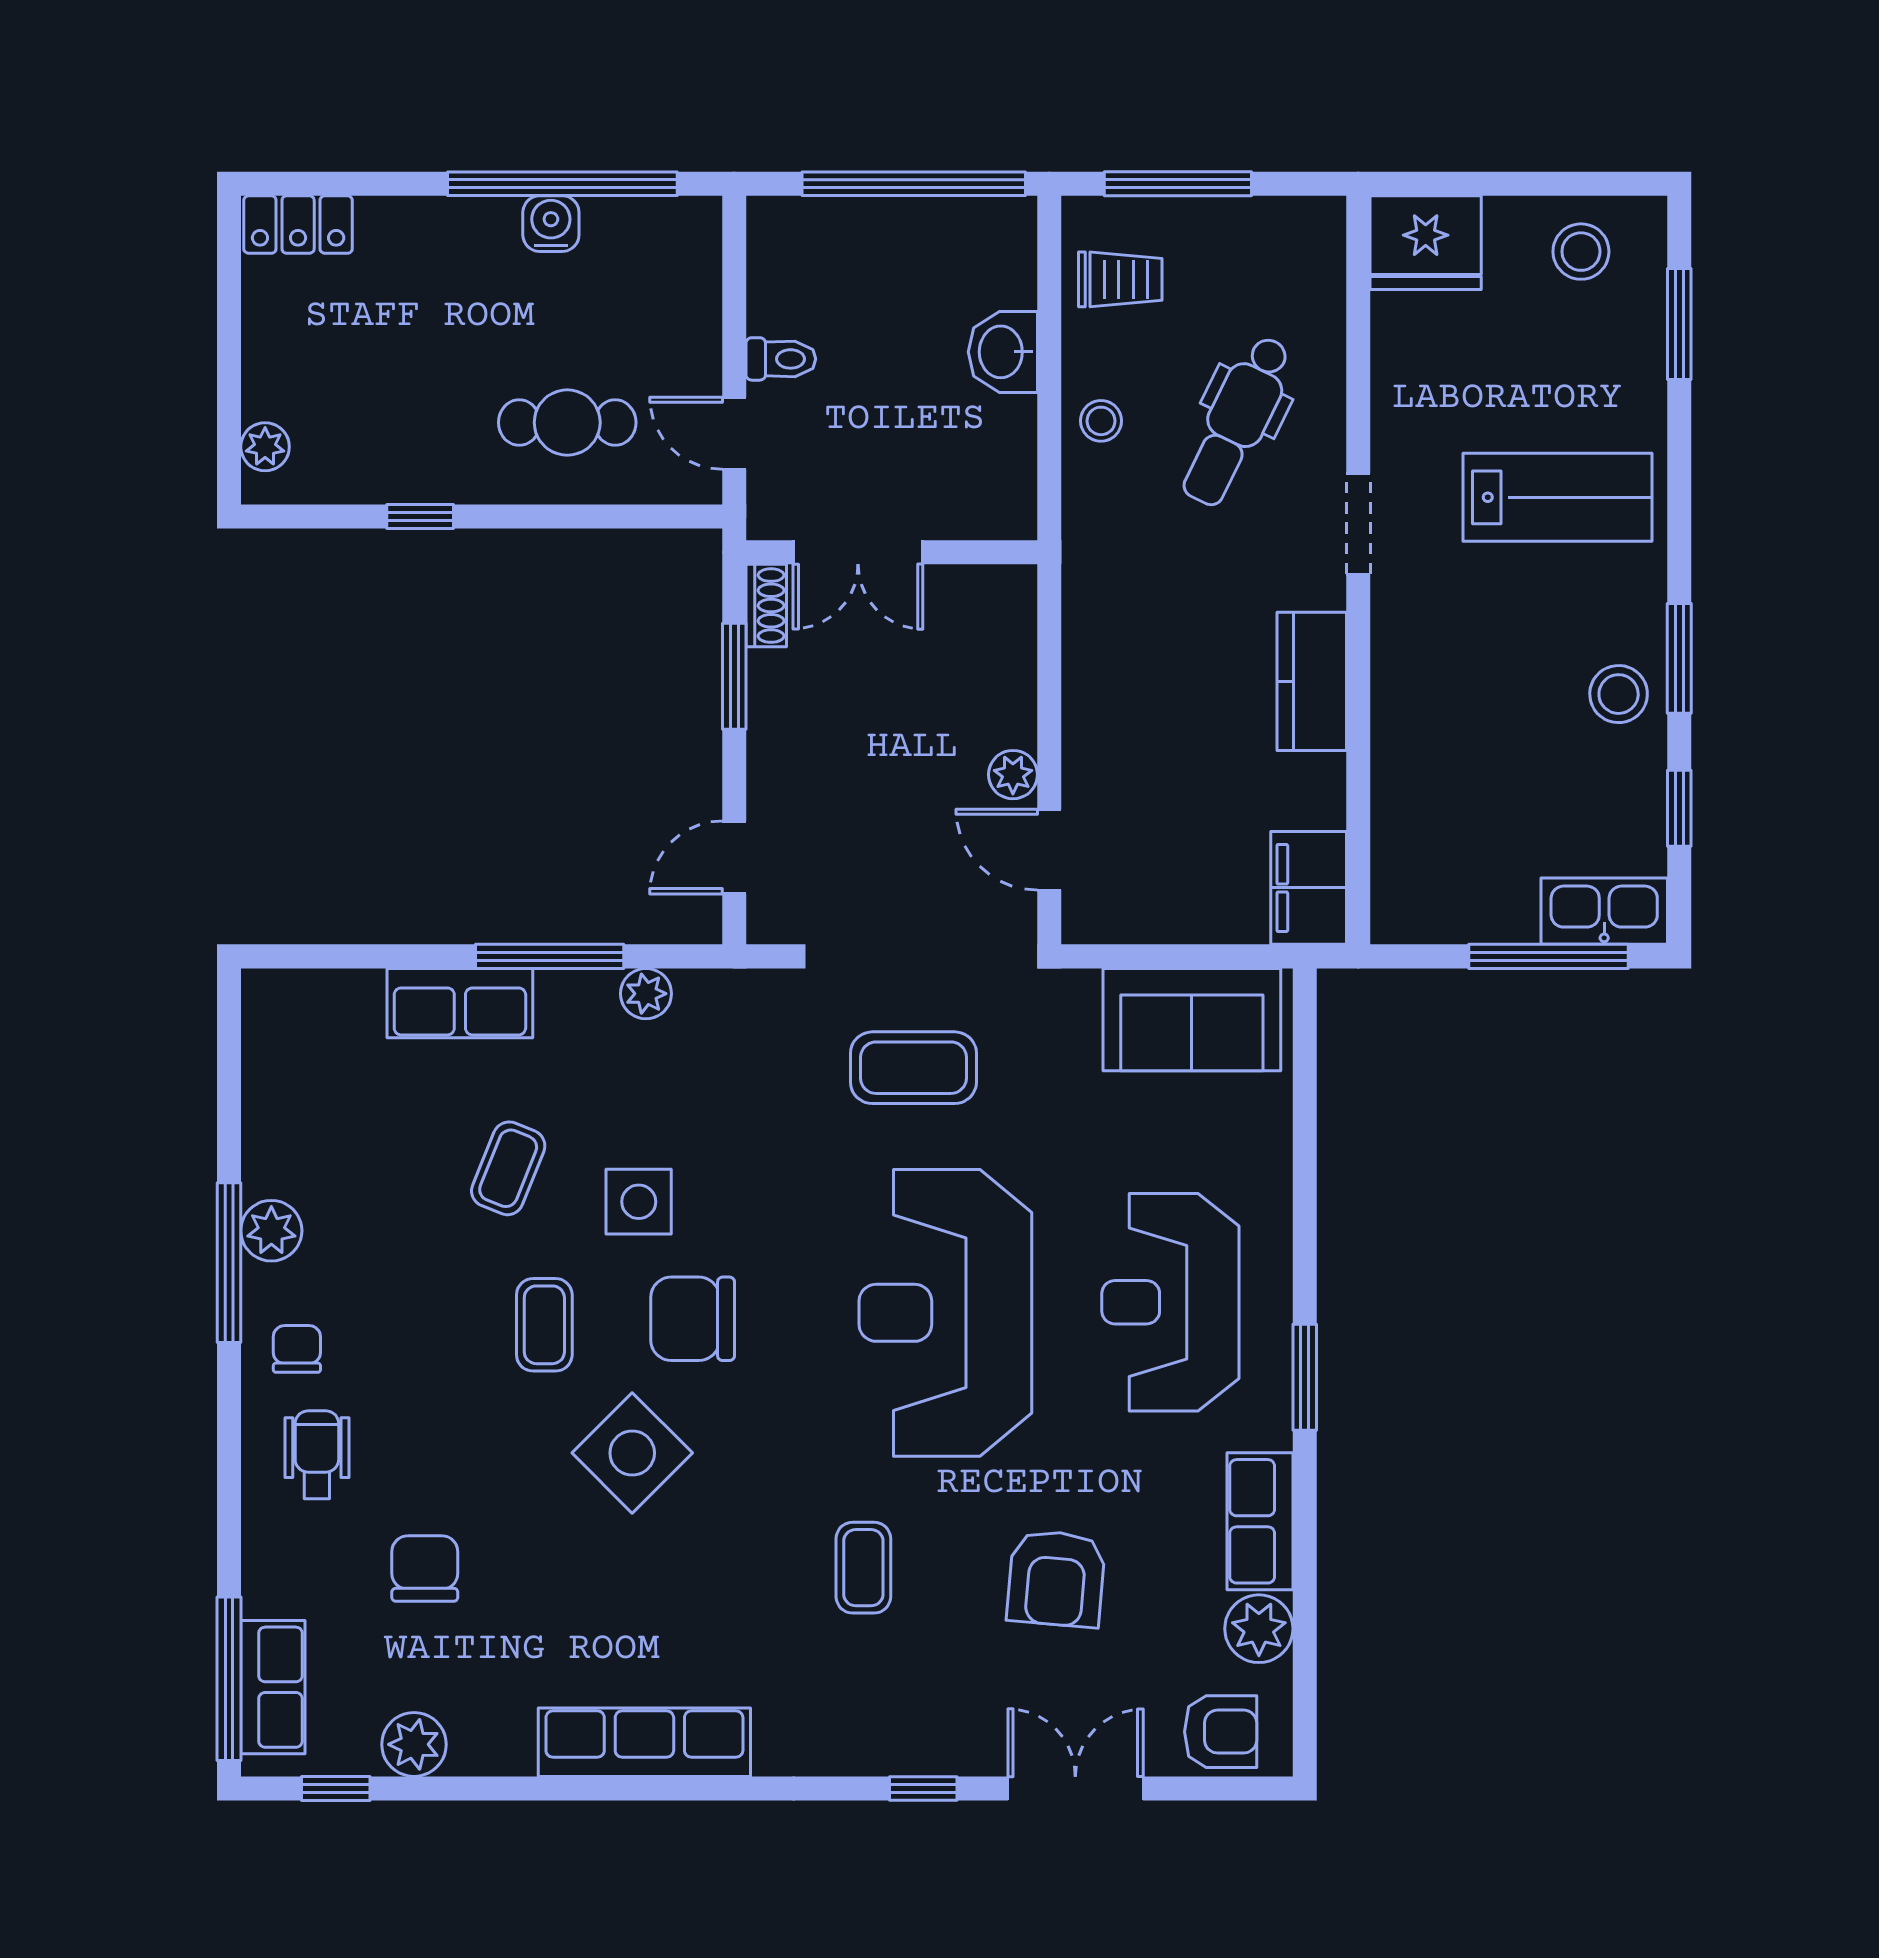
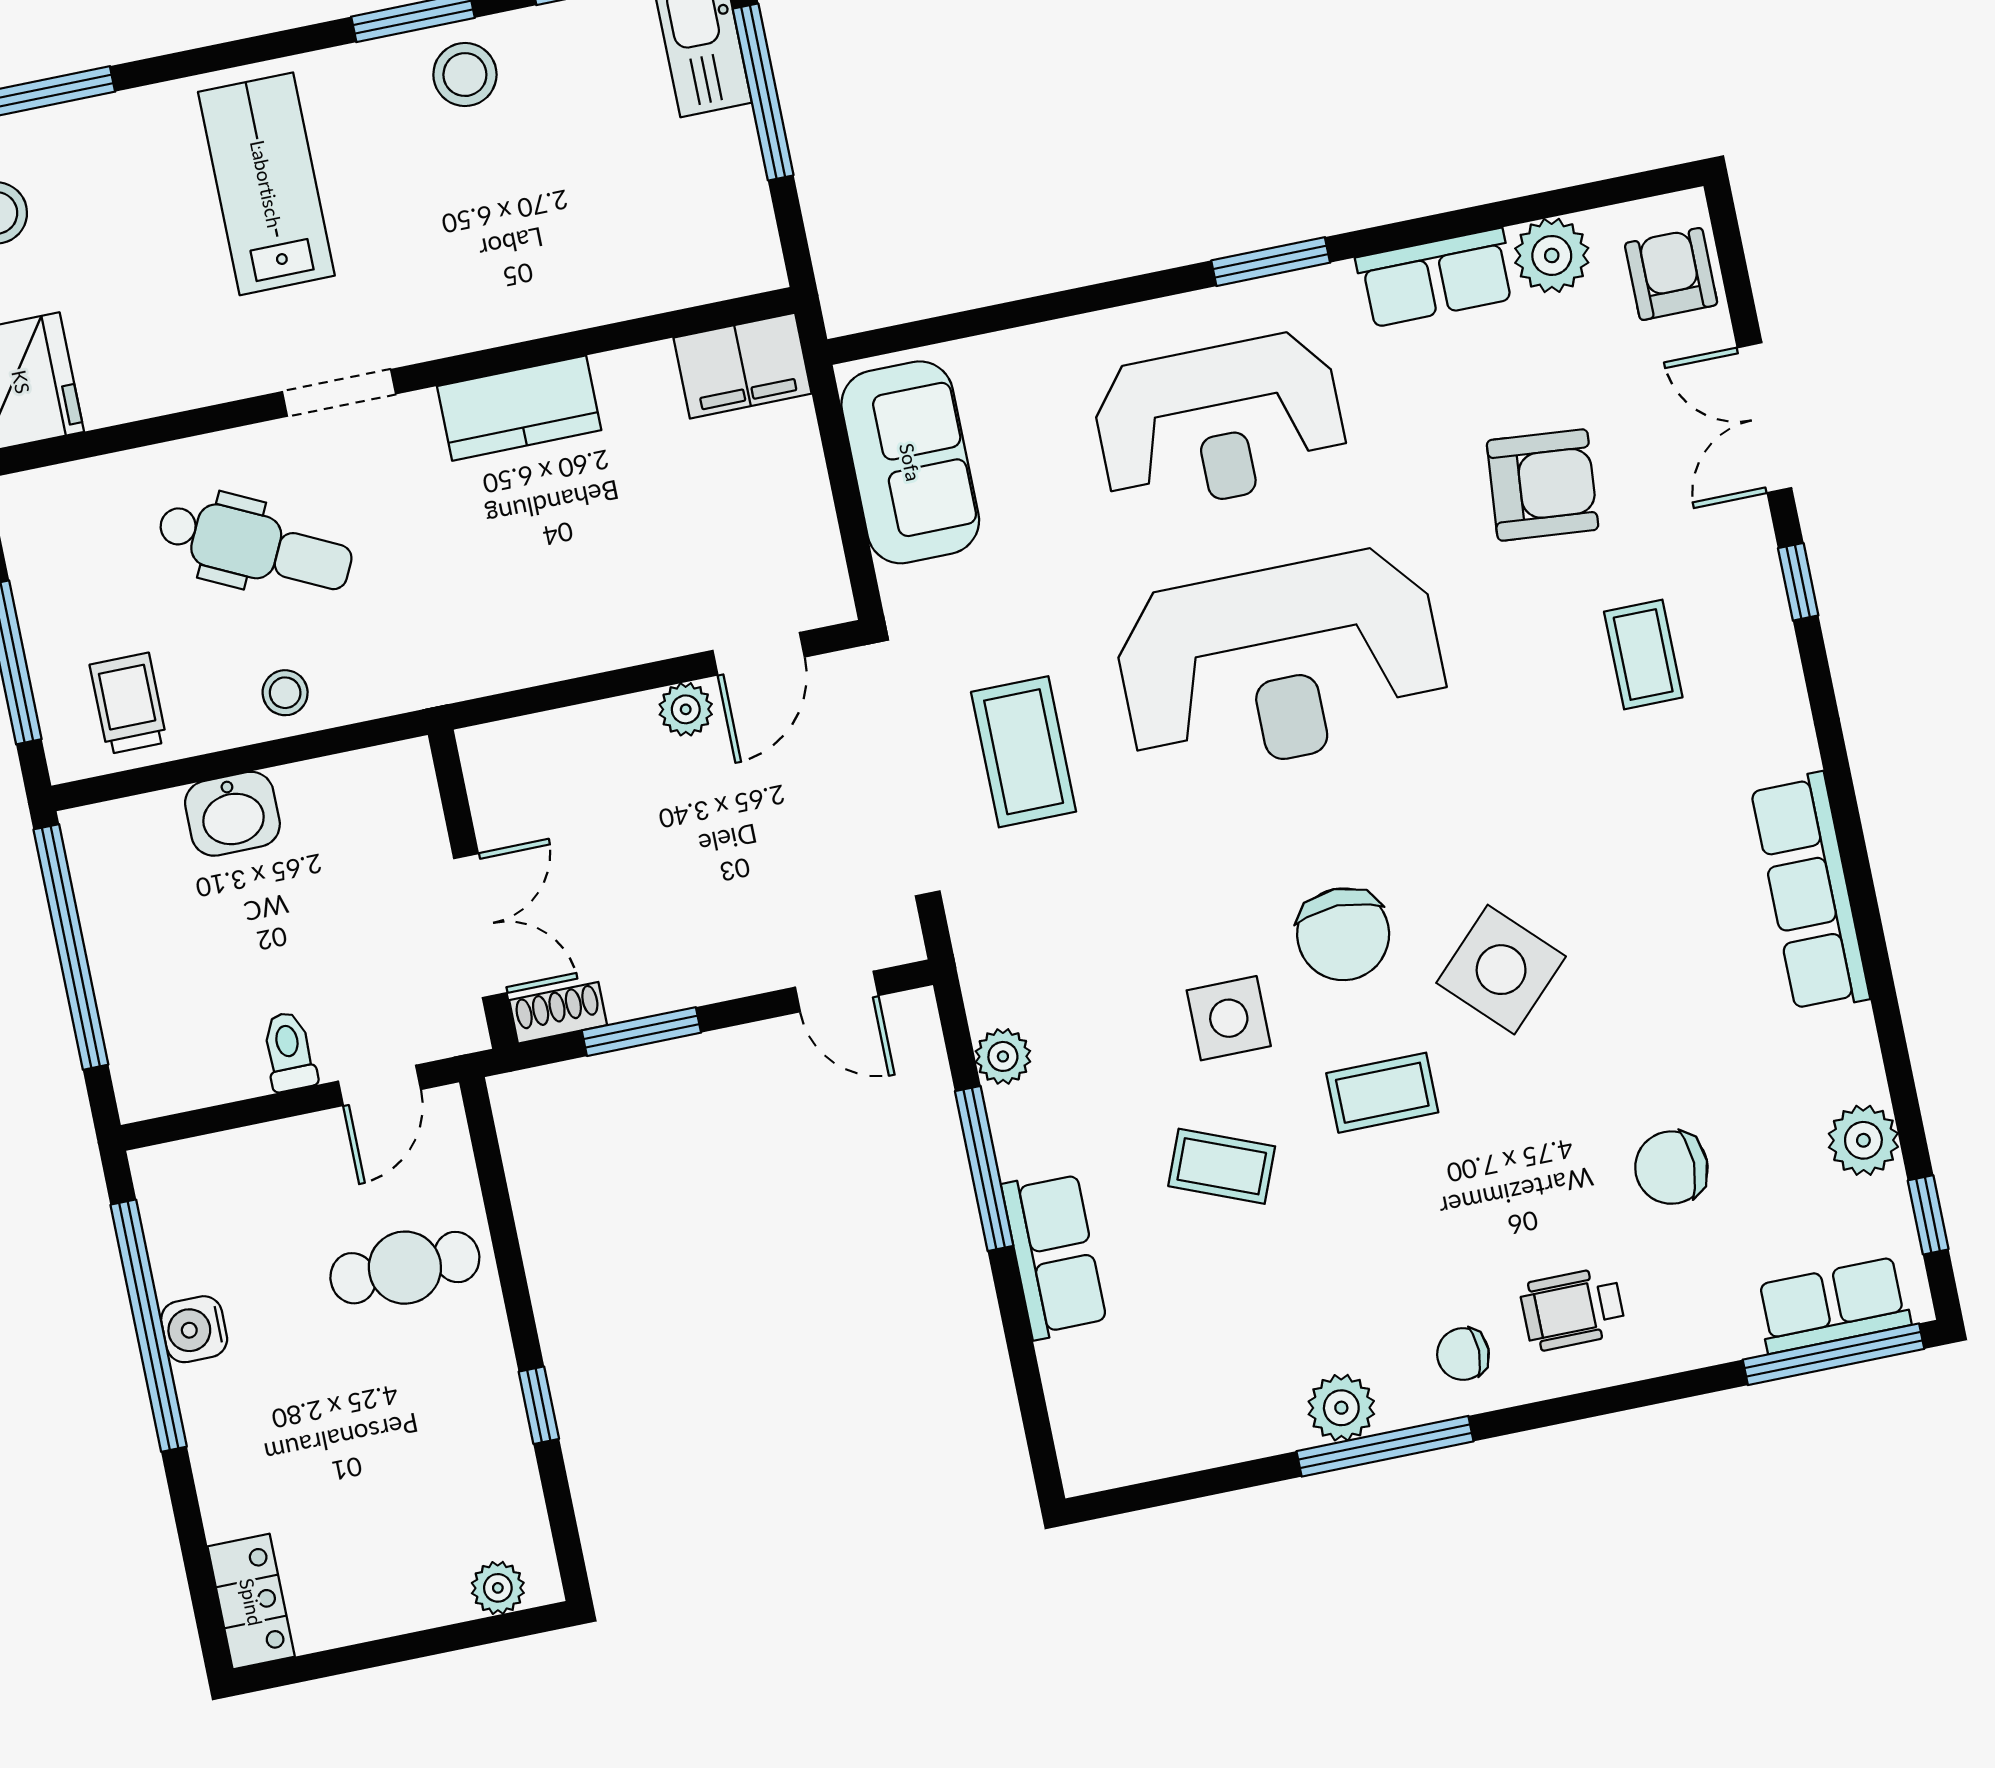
cafe table: (567, 423) -> (405, 1268), turned 90
coffee table: (863, 1568) -> (1643, 655), moved, turned 90

